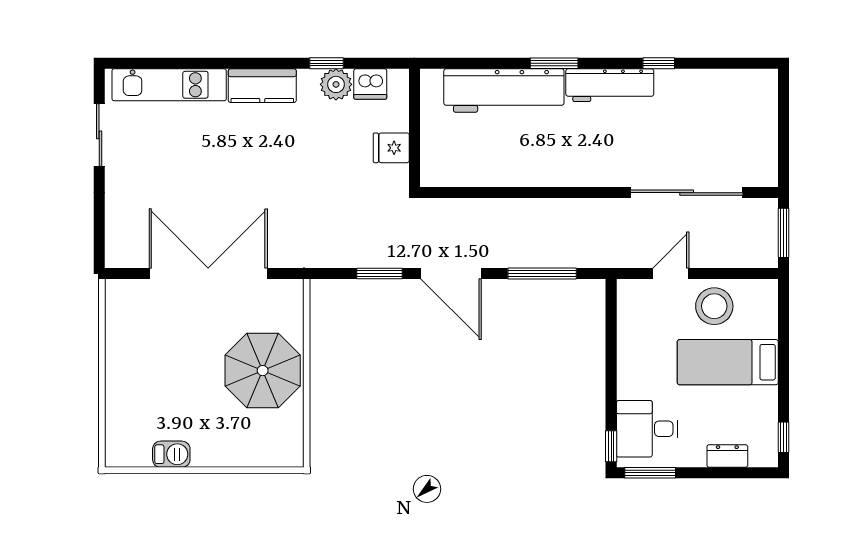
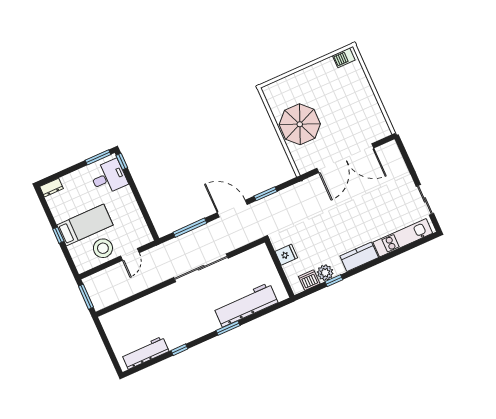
workbench: (610, 85) -> (145, 353), moved
sliding door: (687, 193) -> (201, 268), moved
window: (784, 437) -> (58, 235), moved
barbecue: (171, 454) -> (344, 58), moved
dresser: (727, 456) -> (51, 188), moved

